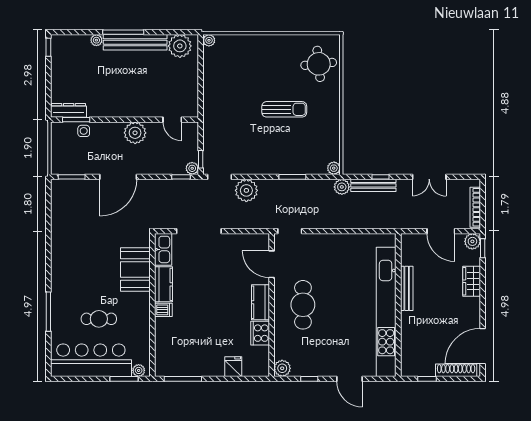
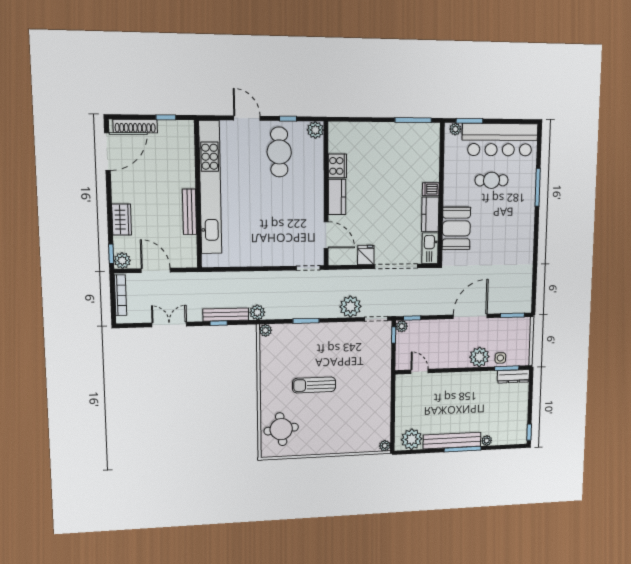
plant: (135, 133) -> (479, 357), moved
cafe table: (303, 305) -> (279, 152), moved
fridge: (233, 367) -> (366, 255), moved, turned 180

